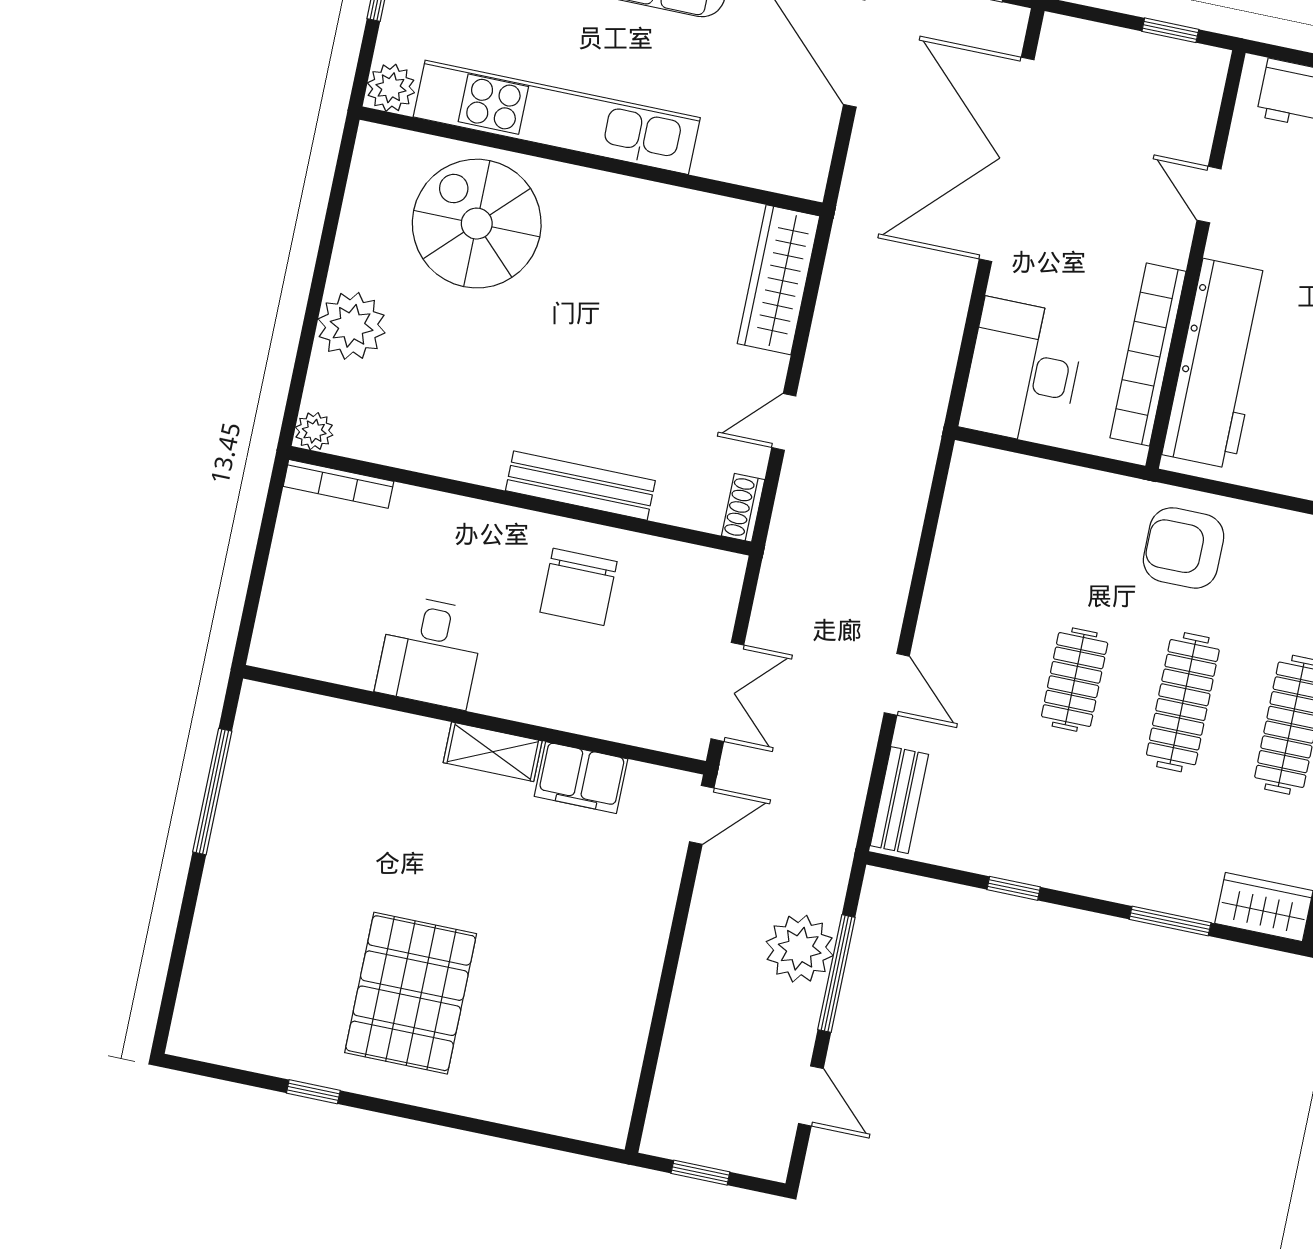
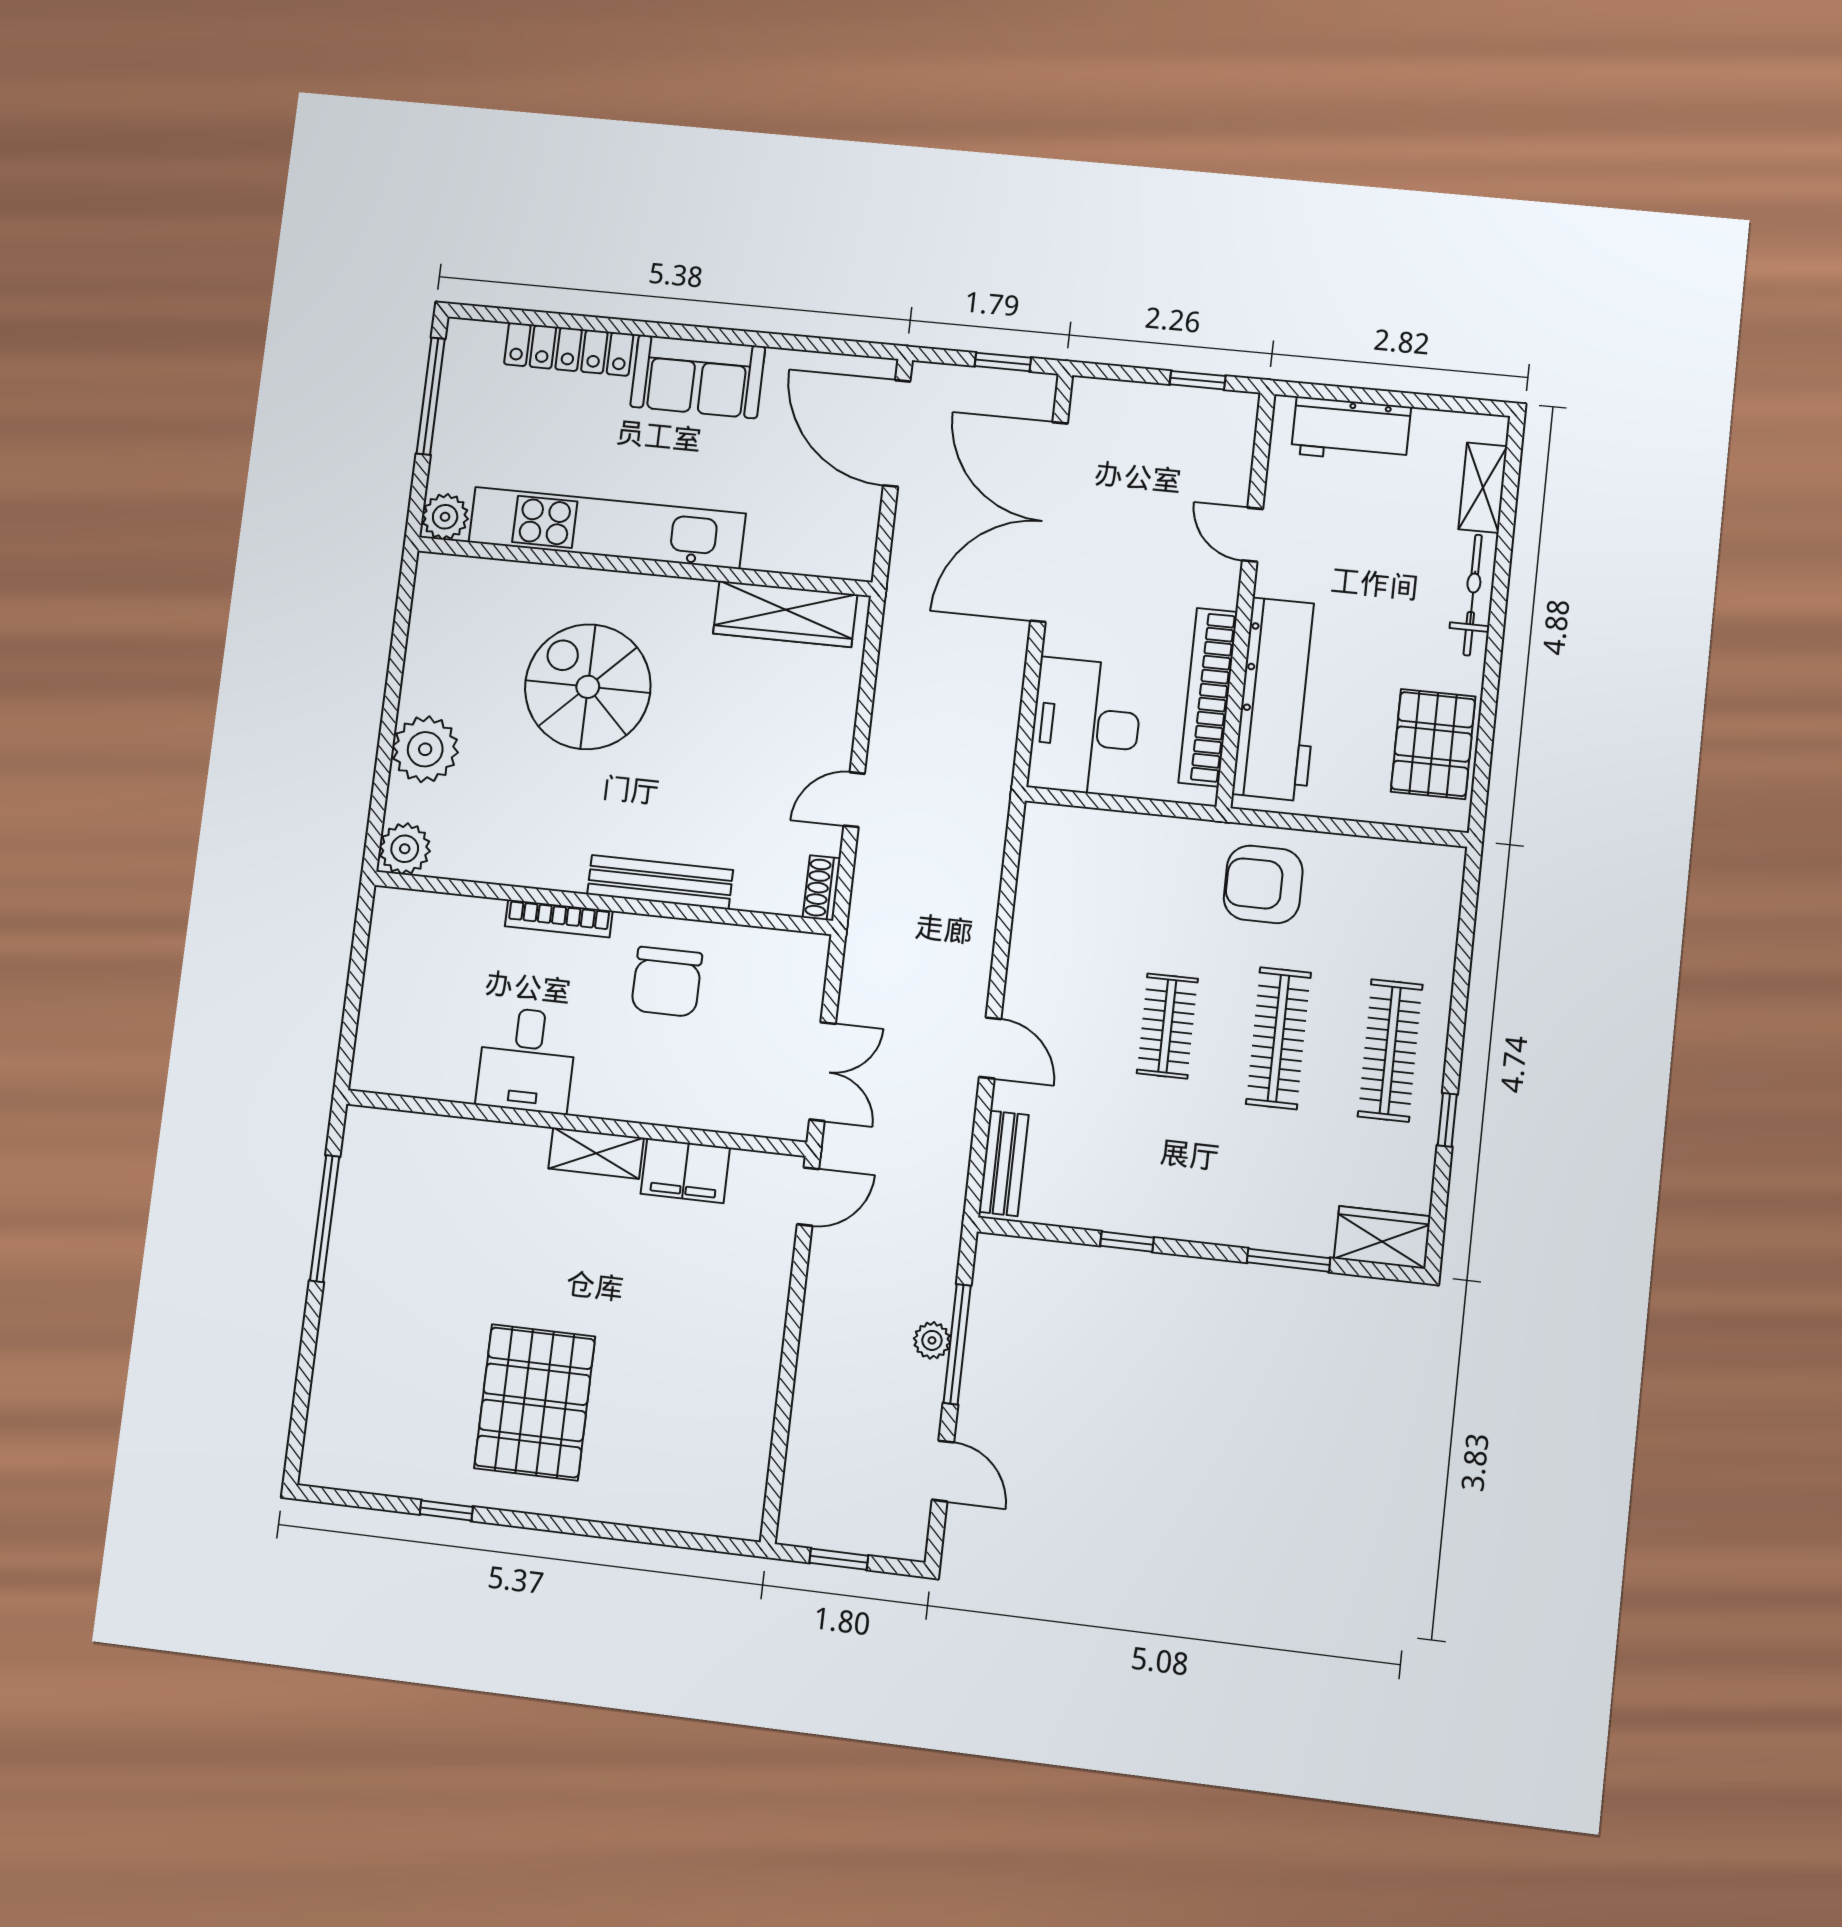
spiral stairs: (477, 224) -> (588, 687), moved
wardrobe: (779, 280) -> (785, 614), moved, turned -90
plant: (314, 431) -> (405, 849), width x1.38, depth x1.38
bookcase: (338, 484) -> (559, 919), moved
plant: (800, 949) -> (932, 1340), width x0.53, depth x0.53

